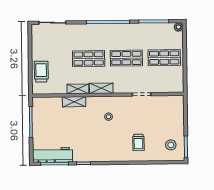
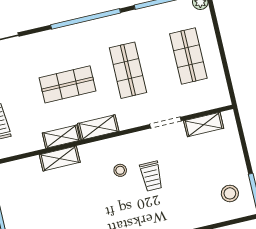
shop shelf: (126, 58) -> (128, 70), turned 90
shop shelf: (164, 58) -> (188, 56), turned 90
shelving: (164, 100) -> (204, 125), added
trolley: (138, 142) -> (151, 176), moved

